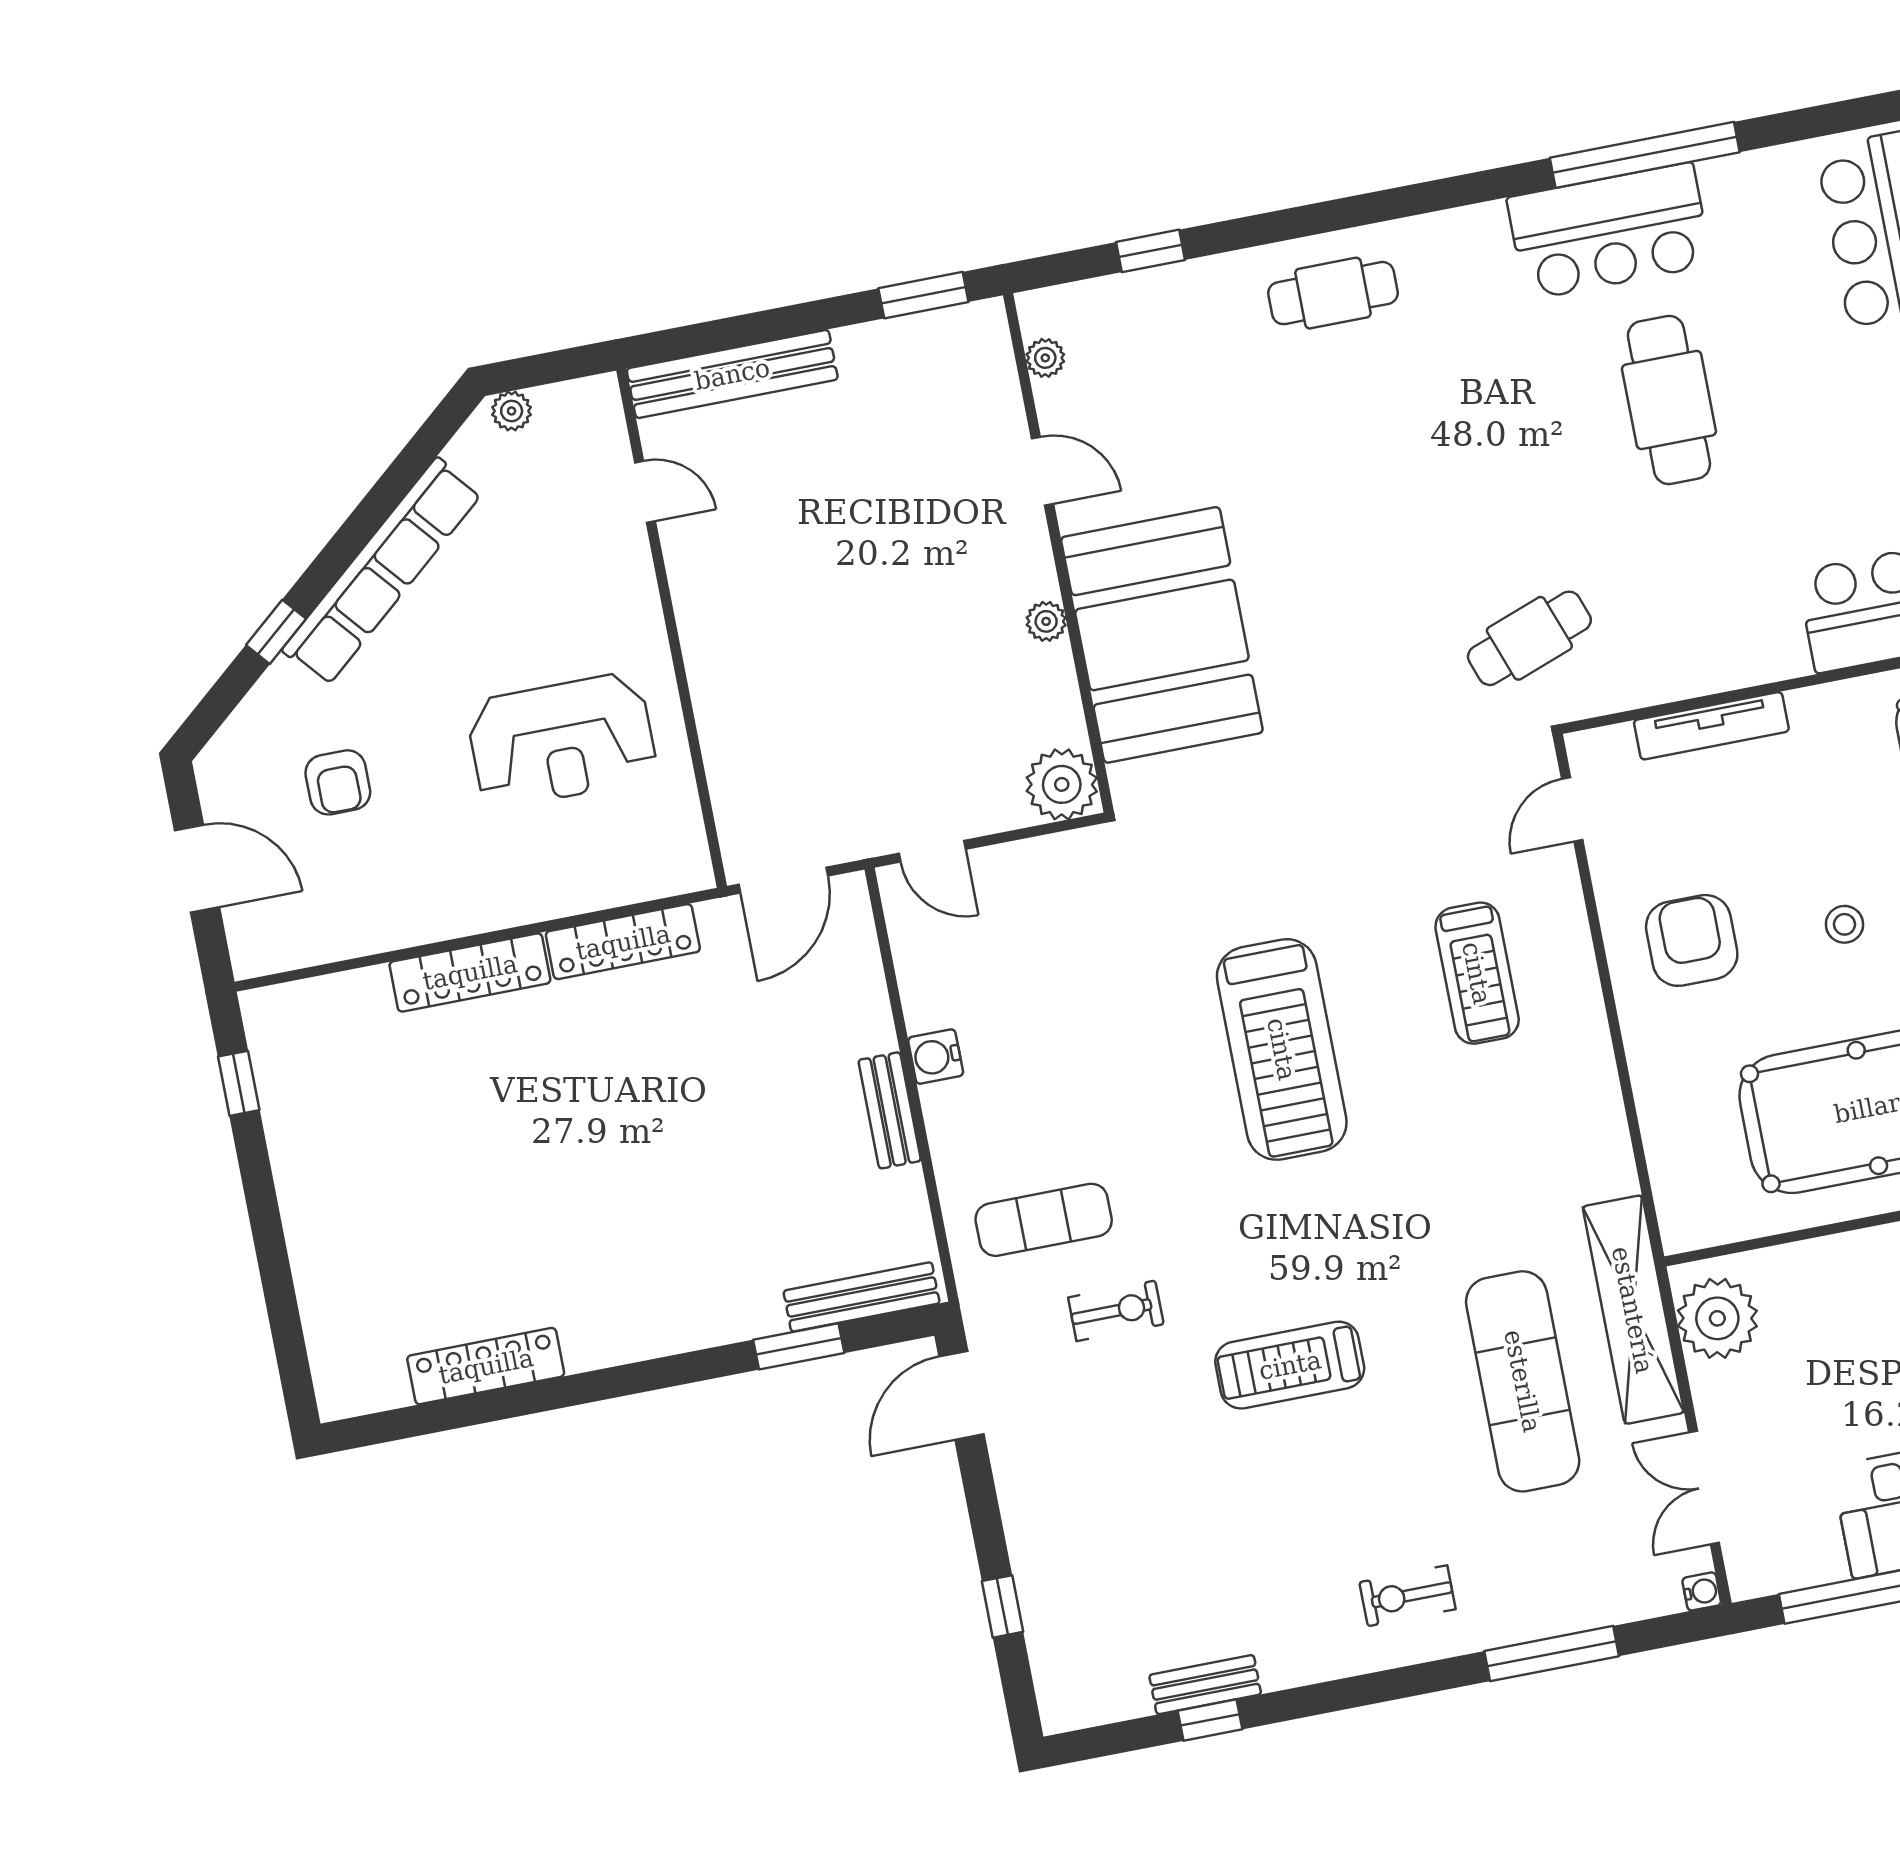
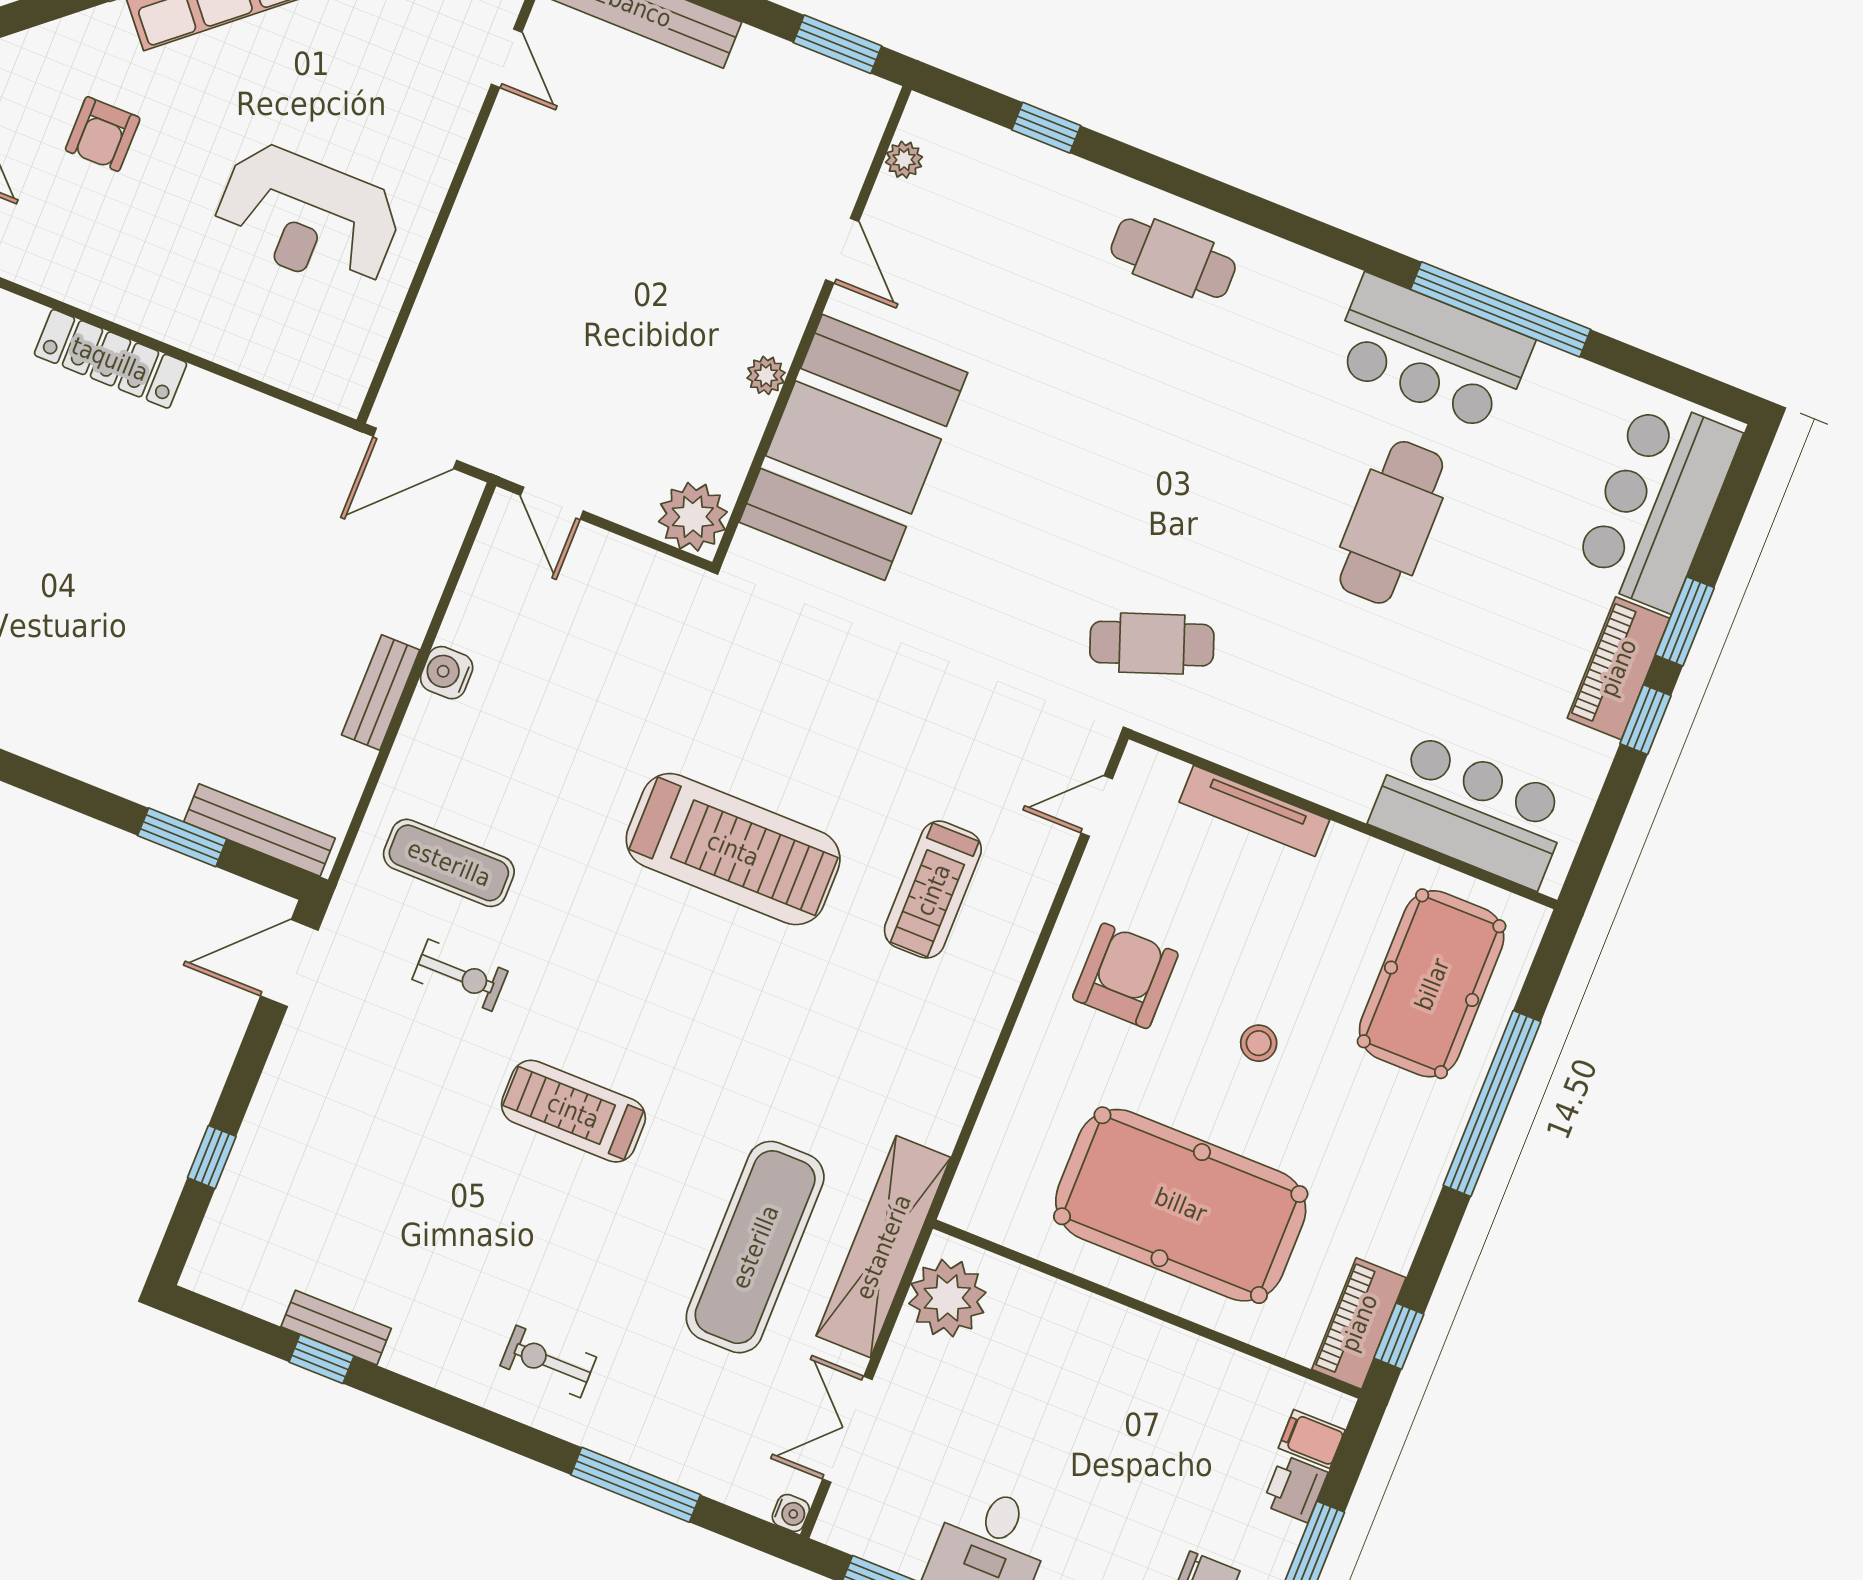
locker: (623, 942) -> (252, 414), removed
treadmill: (1282, 1049) -> (733, 849), turned -90

